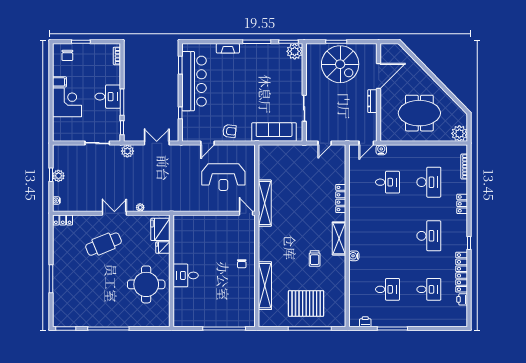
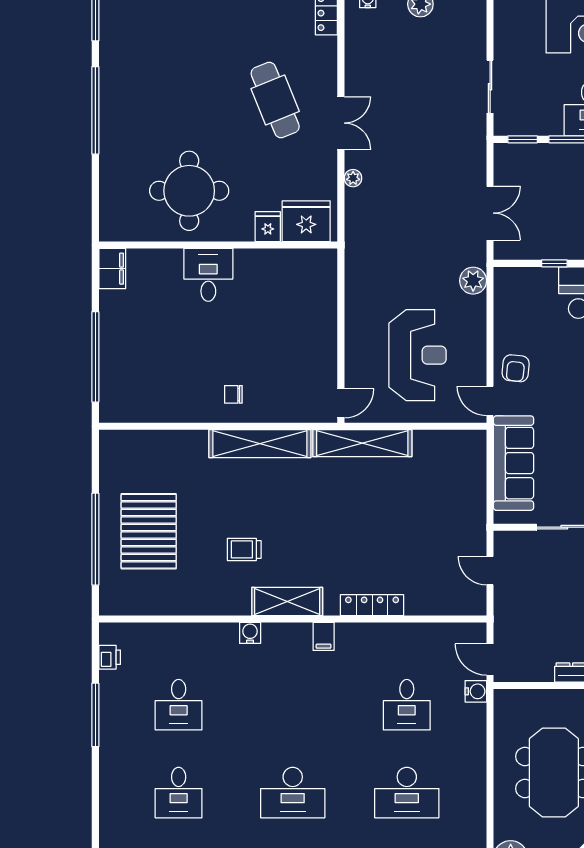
door: (207, 143) -> (490, 401), moved
plant: (127, 151) -> (473, 281), moved
reception desk: (223, 177) -> (418, 355), turned 180
filing cabinet: (355, 221) -> (324, 636), added
shelving: (265, 286) -> (260, 444), moved
filing cabinet: (183, 321) -> (112, 269), added

